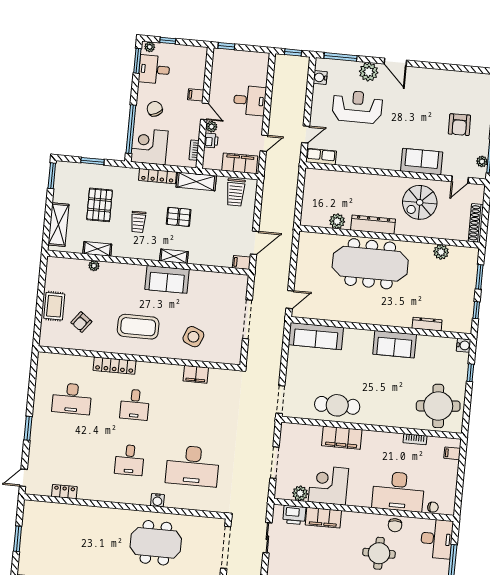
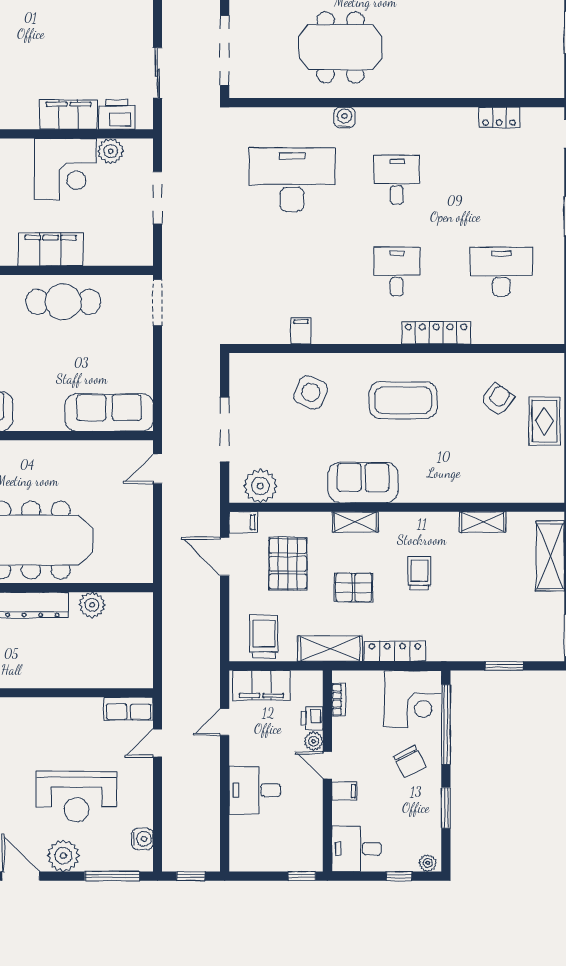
window: (137, 61) -> (446, 808), moved
desk: (154, 69) -> (356, 849), moved, turned 180
pallet: (100, 205) -> (288, 564), moved
door: (255, 243) -> (225, 557), hinge flipped
plant: (94, 266) -> (260, 486), moved, width x1.88, depth x1.88
filing cabinet: (196, 374) -> (301, 331), width x0.50

